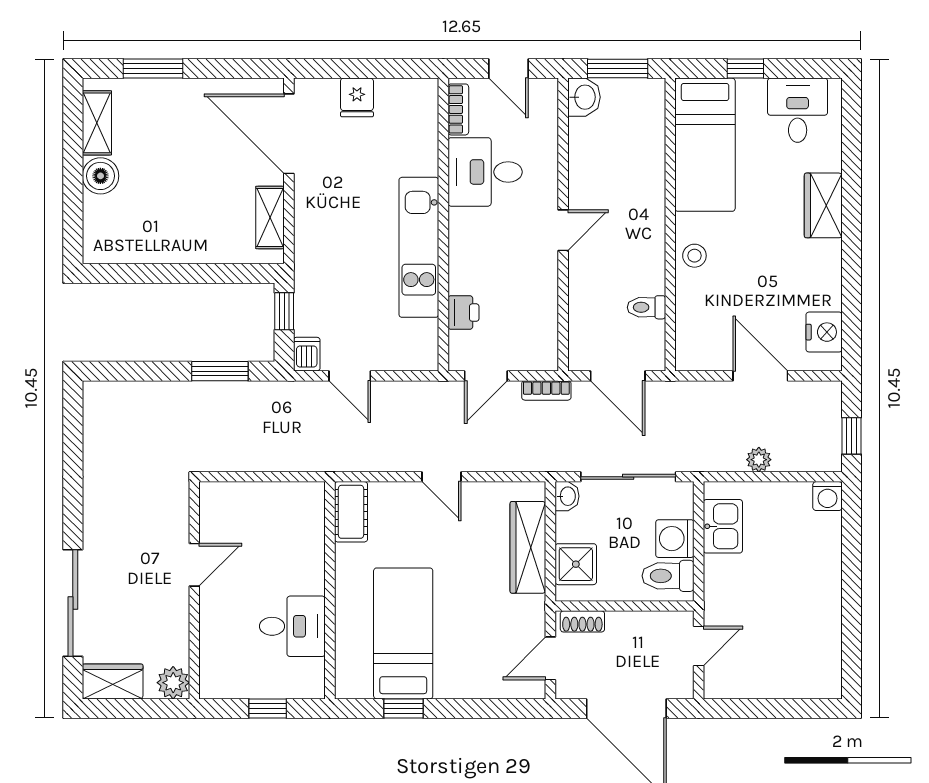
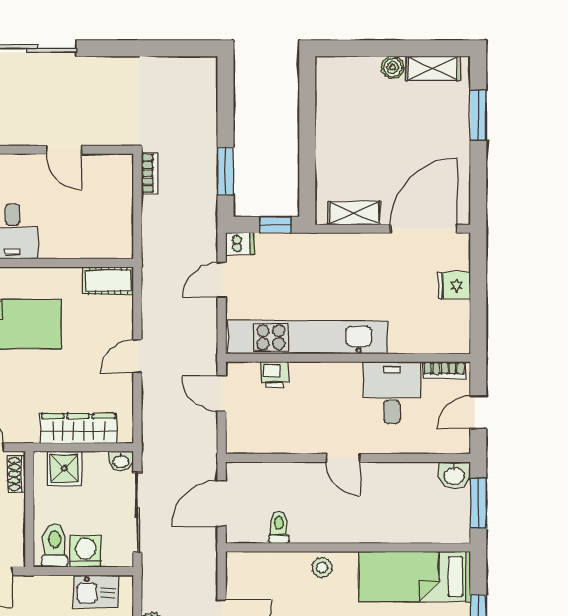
boiler: (100, 176) -> (393, 67), width x0.73, depth x0.73
kitchen unit: (419, 247) -> (308, 337), width x1.36
bookcase: (546, 390) -> (149, 173), moved, turned 180

